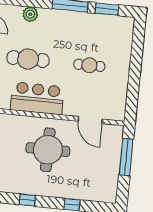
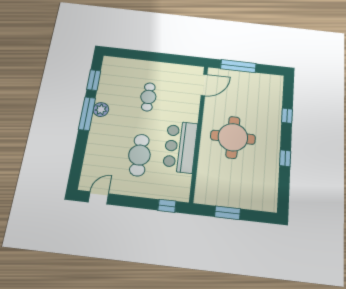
plant: (30, 14) -> (101, 110), moved
door: (90, 120) -> (204, 85), moved

